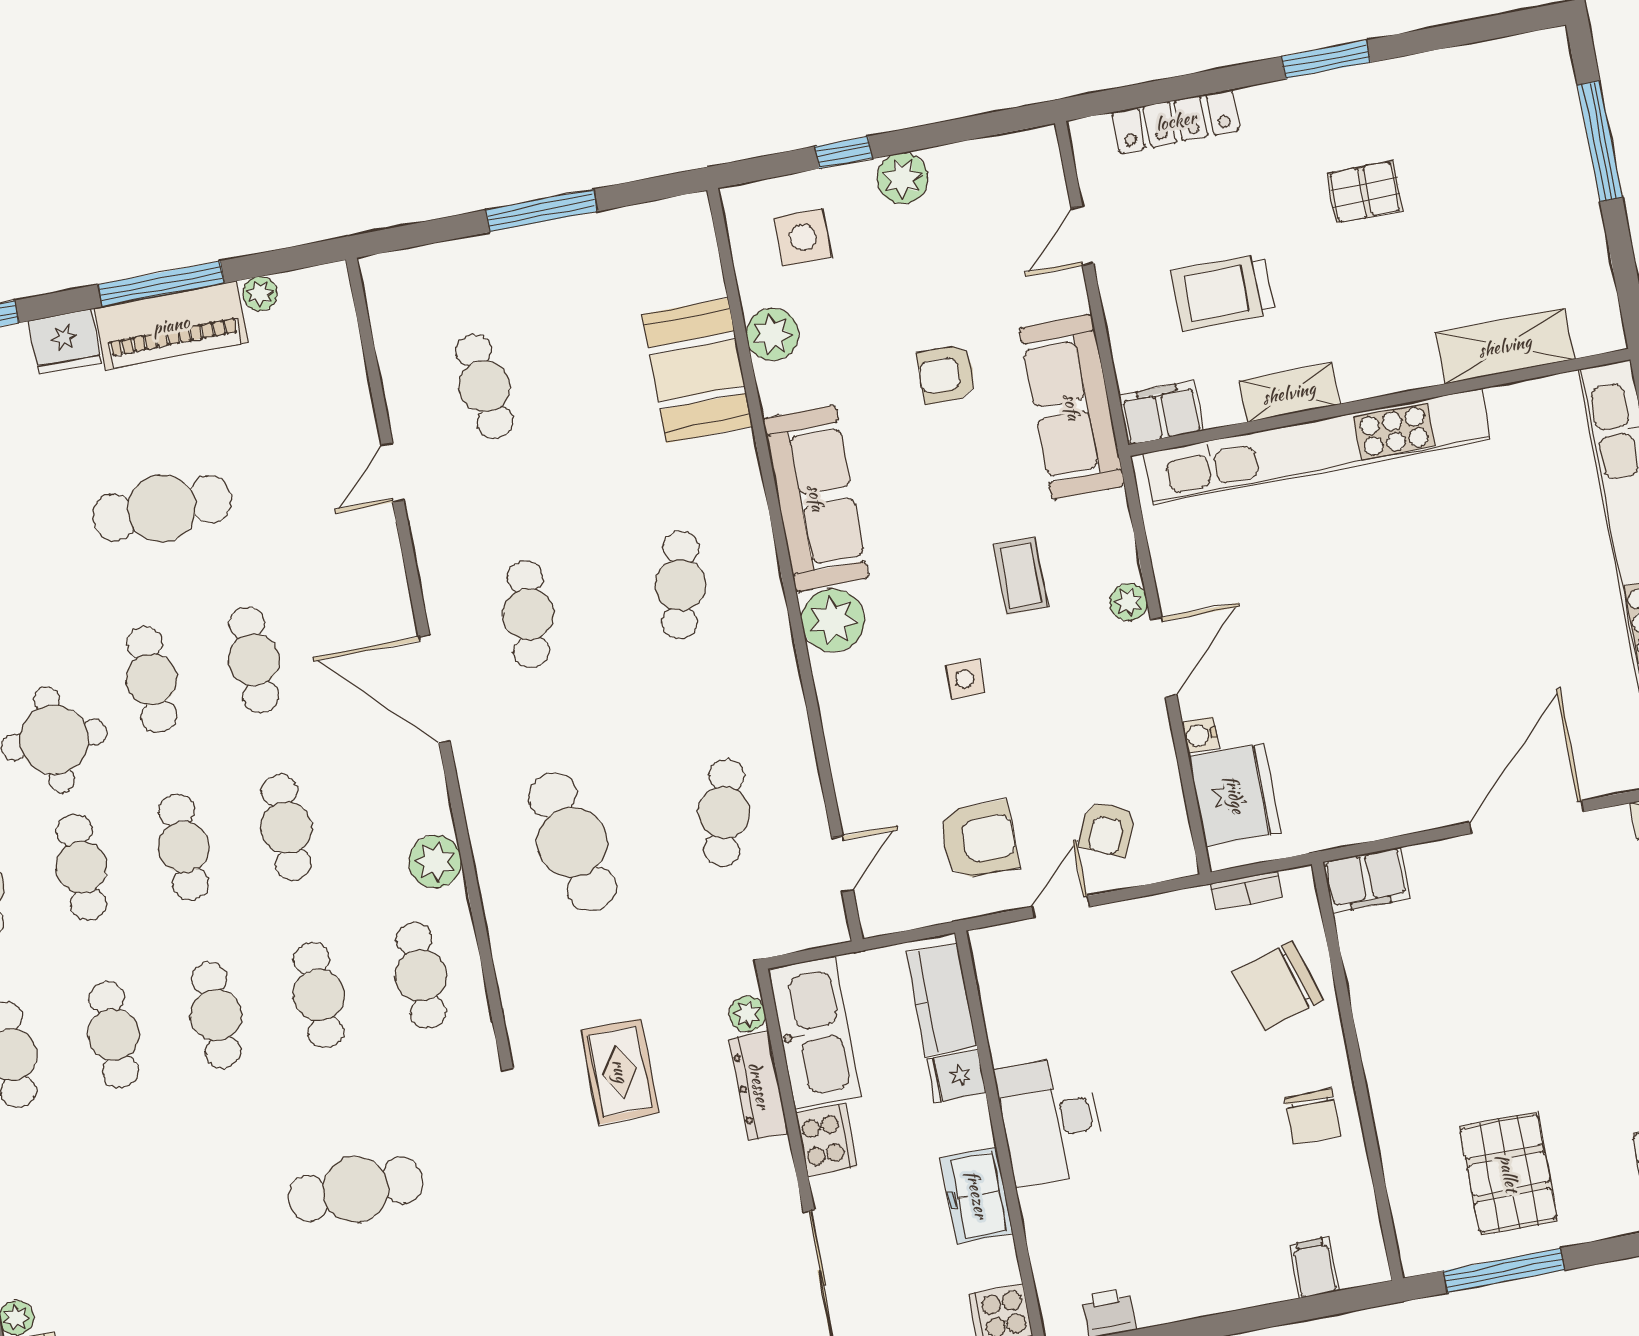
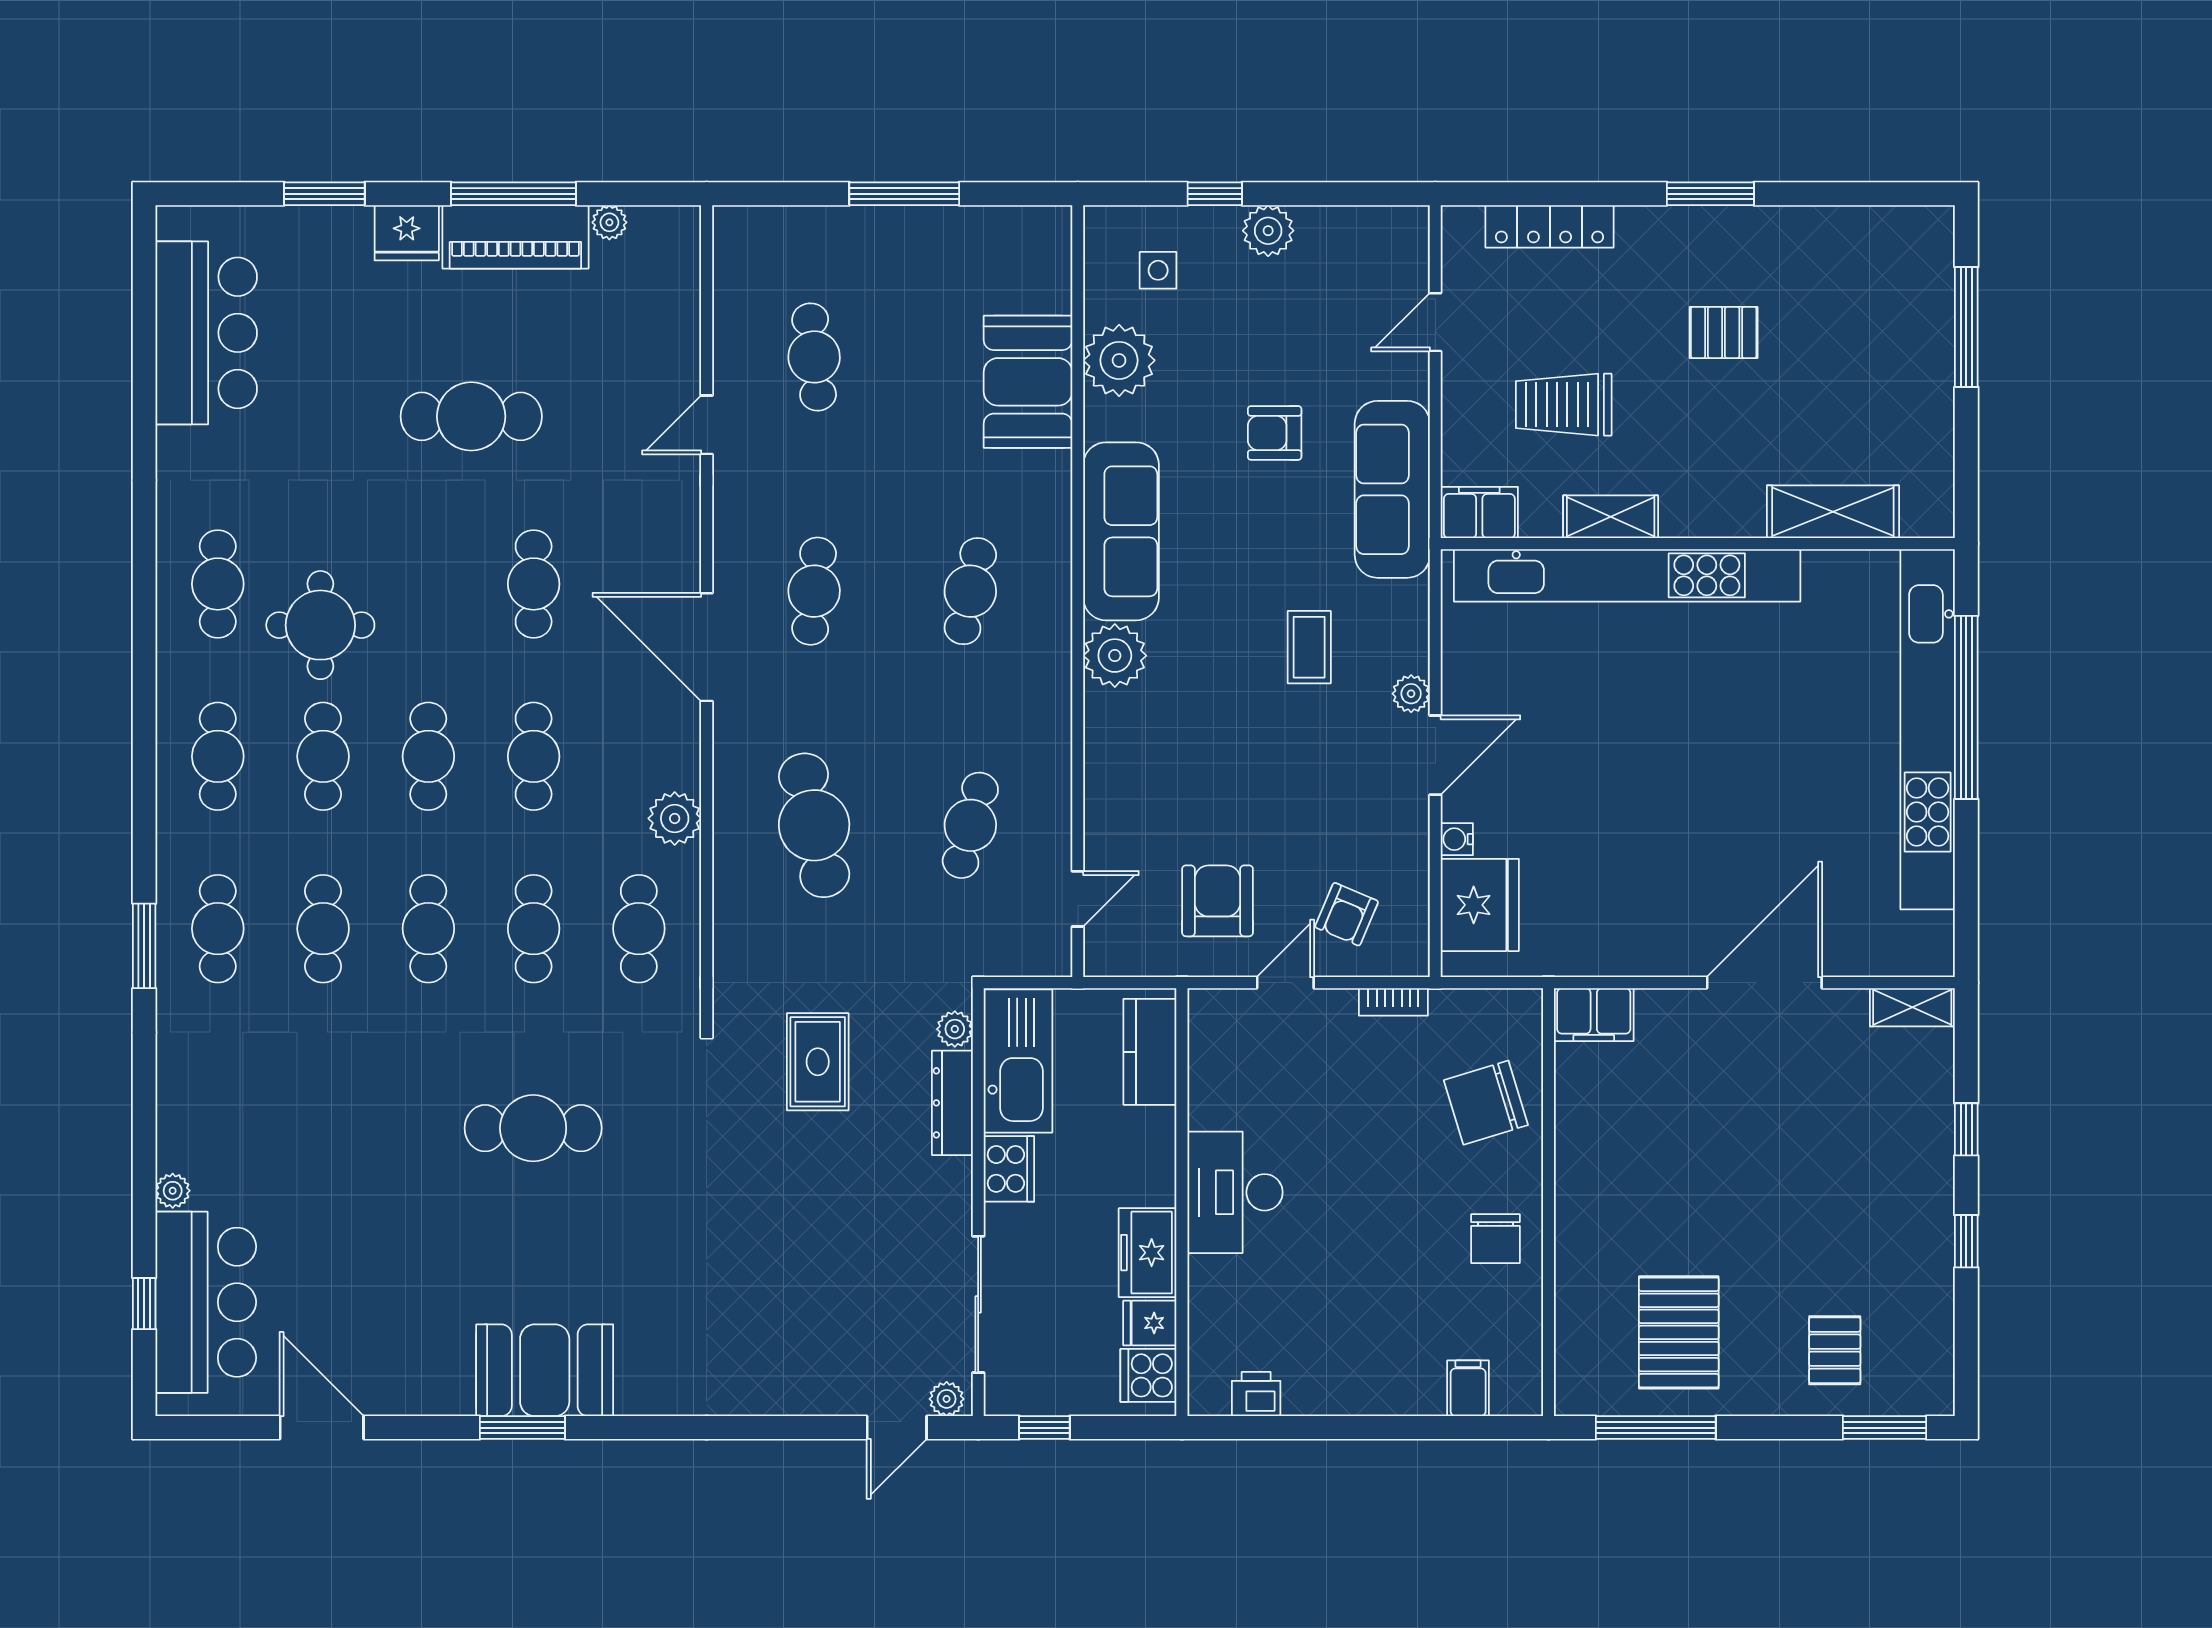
side table: (803, 237) -> (1158, 270), width x0.73, depth x0.73
plant: (772, 334) -> (1119, 360), width x1.36, depth x1.36
cafe table: (151, 679) -> (428, 584), removed
side table: (965, 679) -> (1234, 739), removed
armchair: (979, 840) -> (1218, 901), turned -90
bookcase: (1246, 890) -> (1393, 1002), moved
fridge: (956, 1076) -> (1150, 1323), moved

